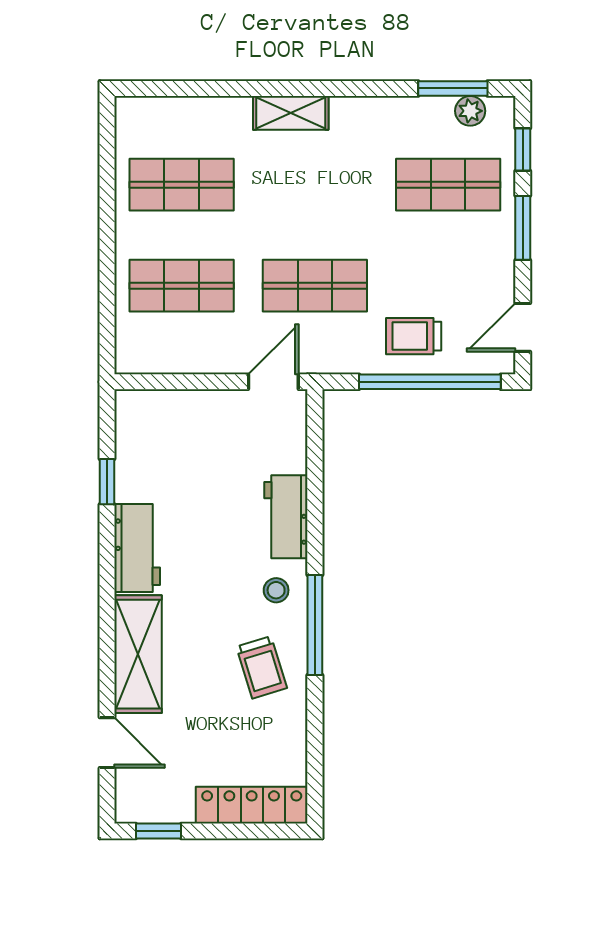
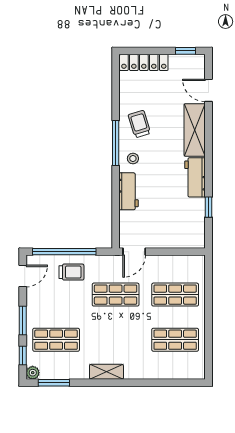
plant: (470, 111) -> (33, 373), moved
shelving: (291, 113) -> (106, 372), moved

